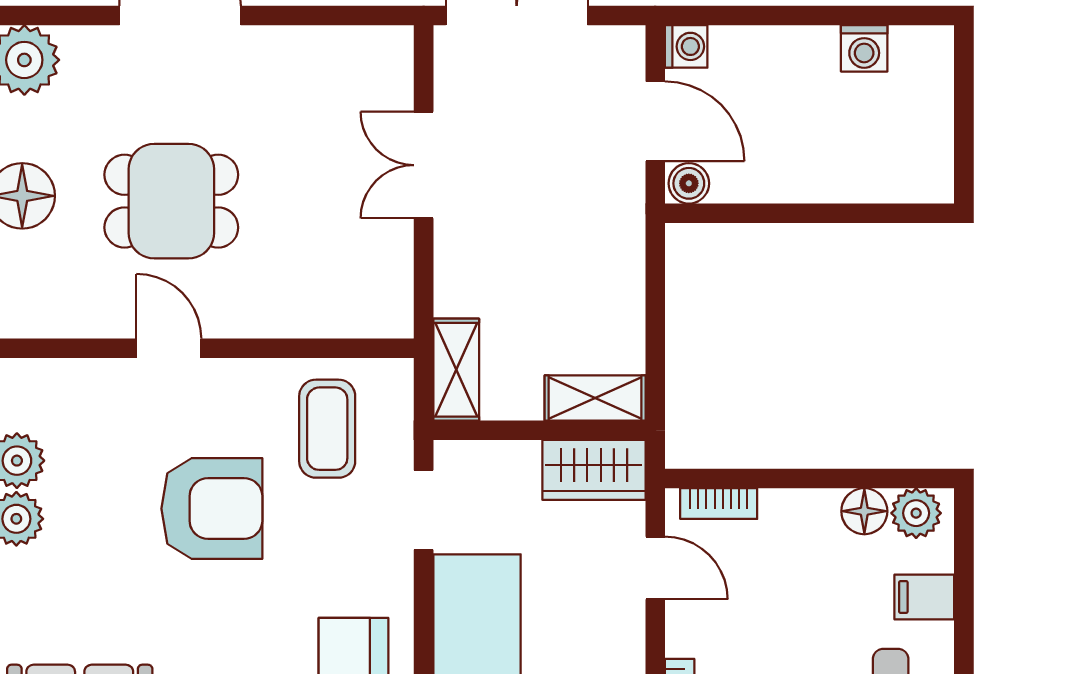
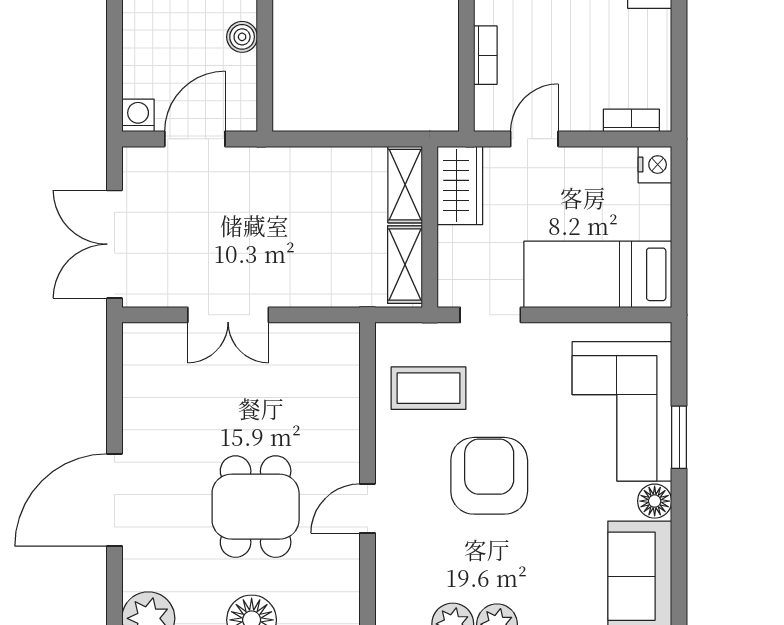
boiler: (689, 183) -> (242, 37), moved
shelving: (456, 370) -> (405, 265), moved, turned 90
bookcase: (719, 504) -> (485, 55), moved

